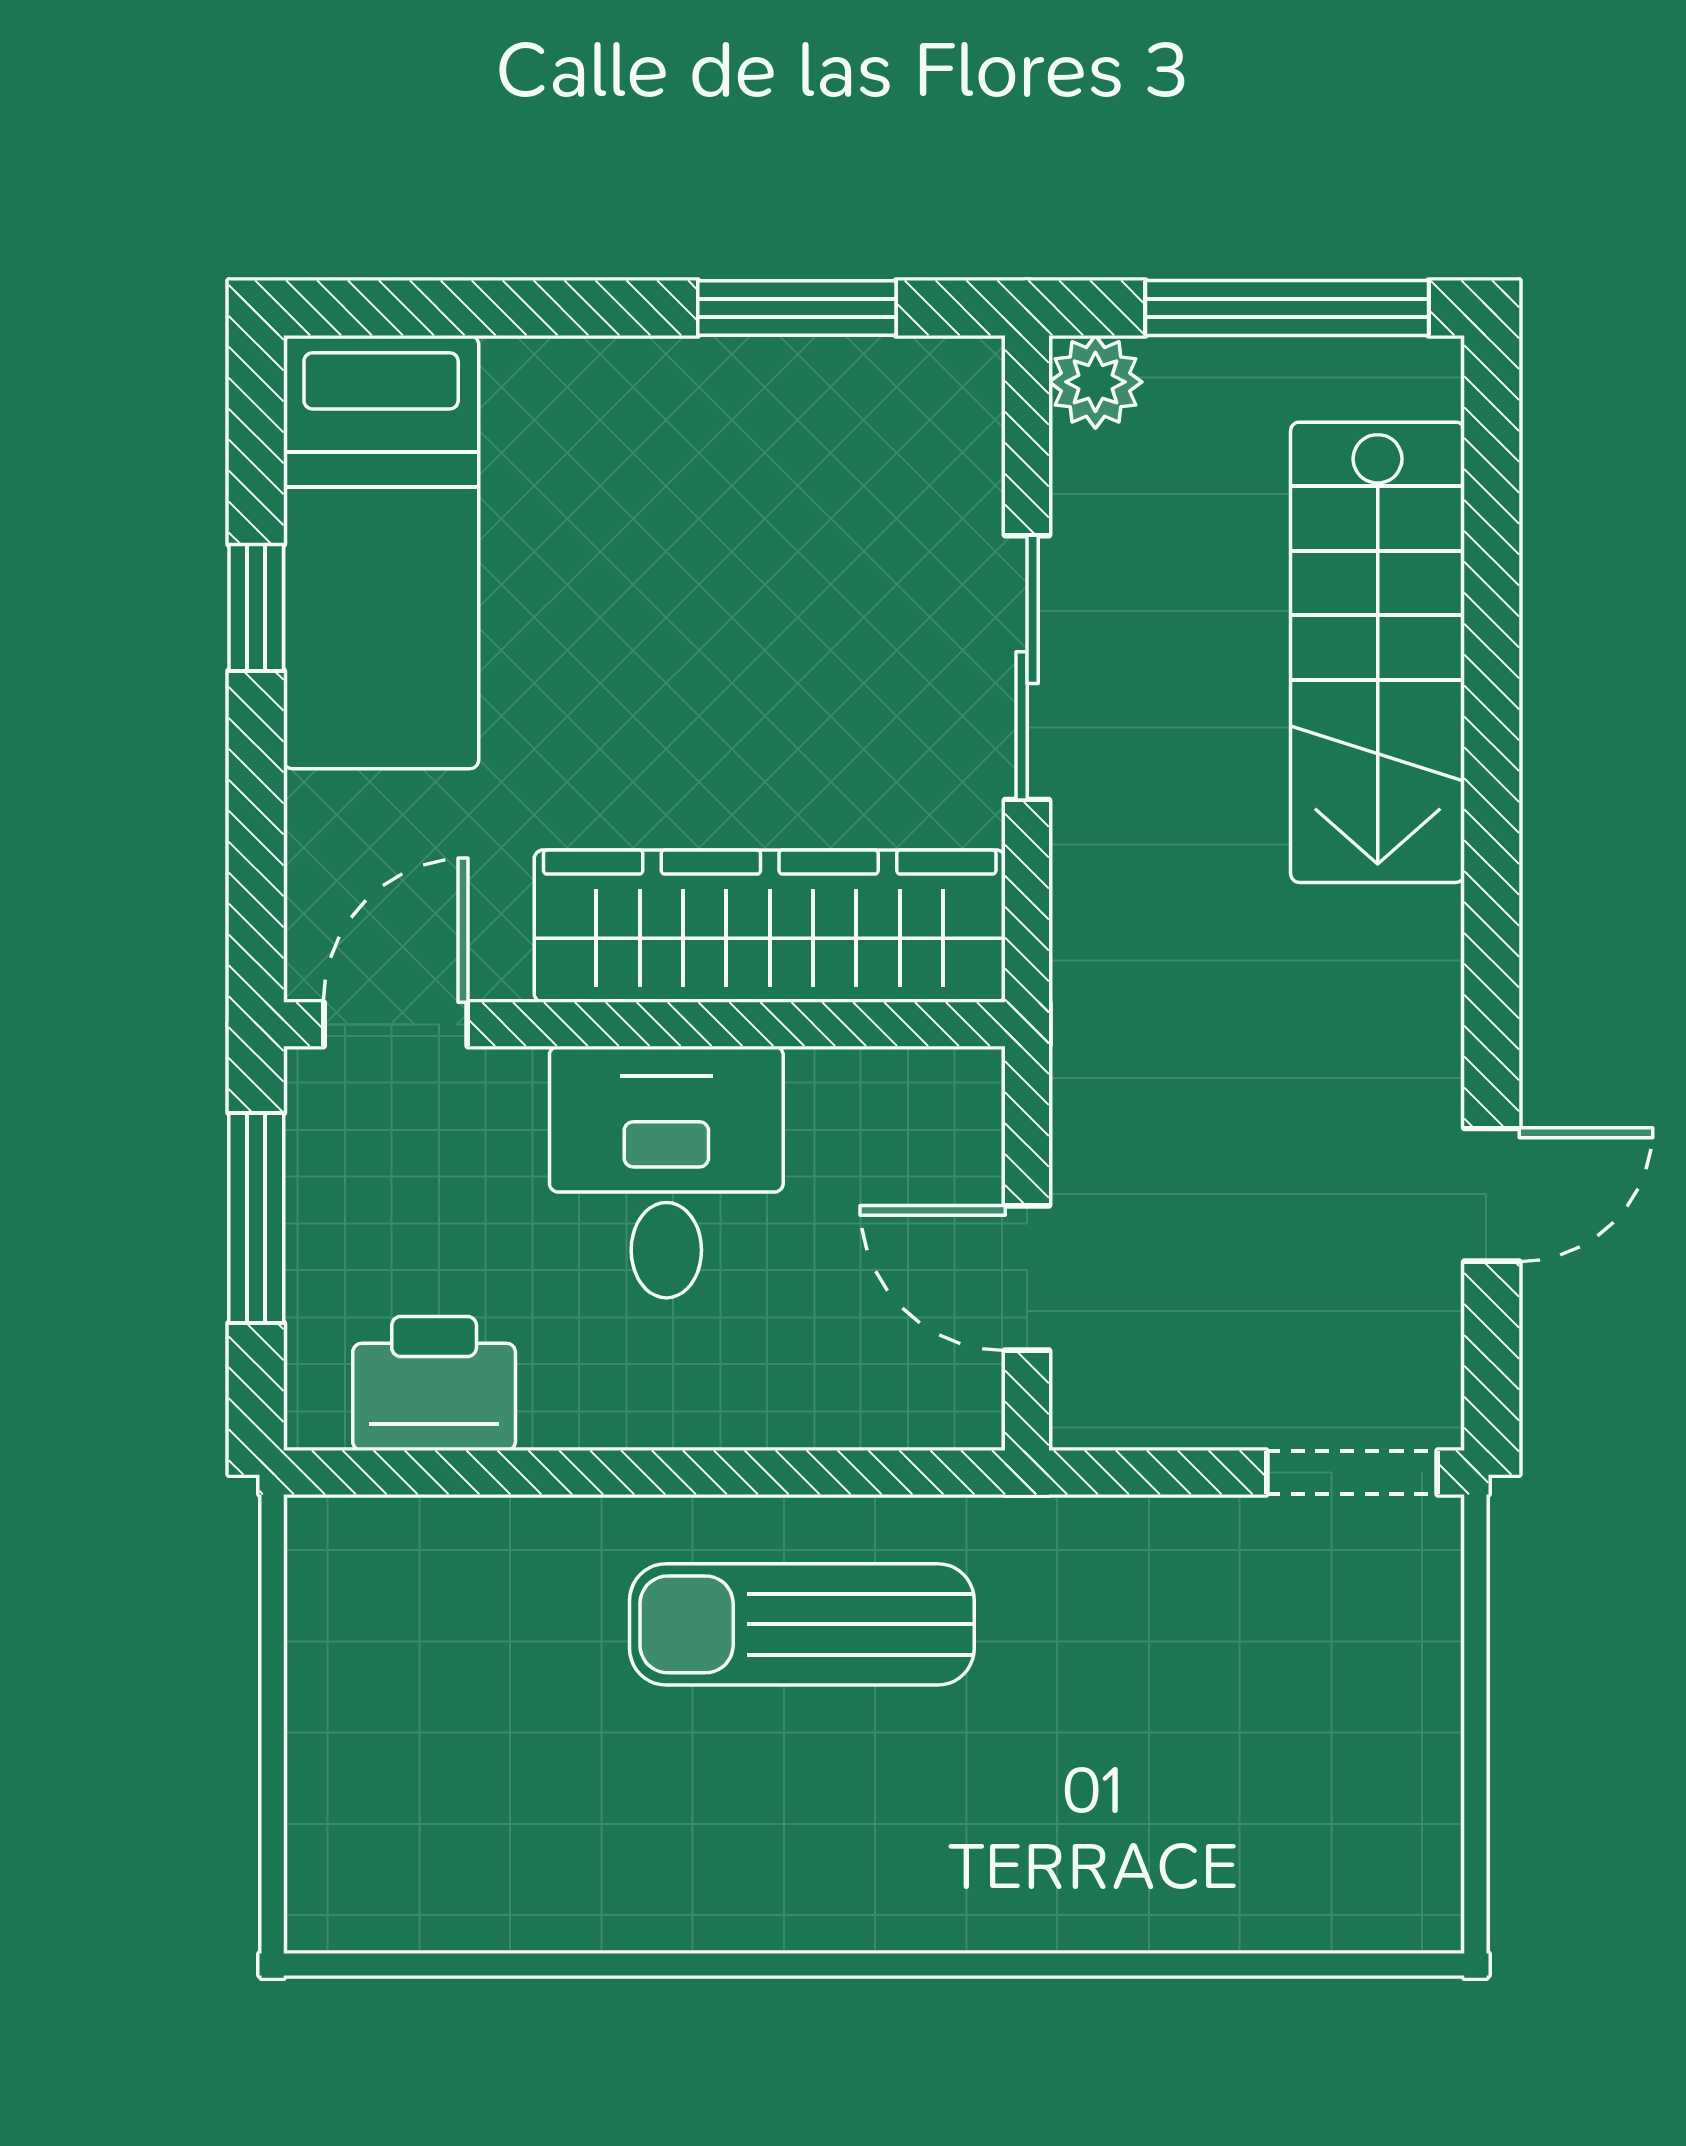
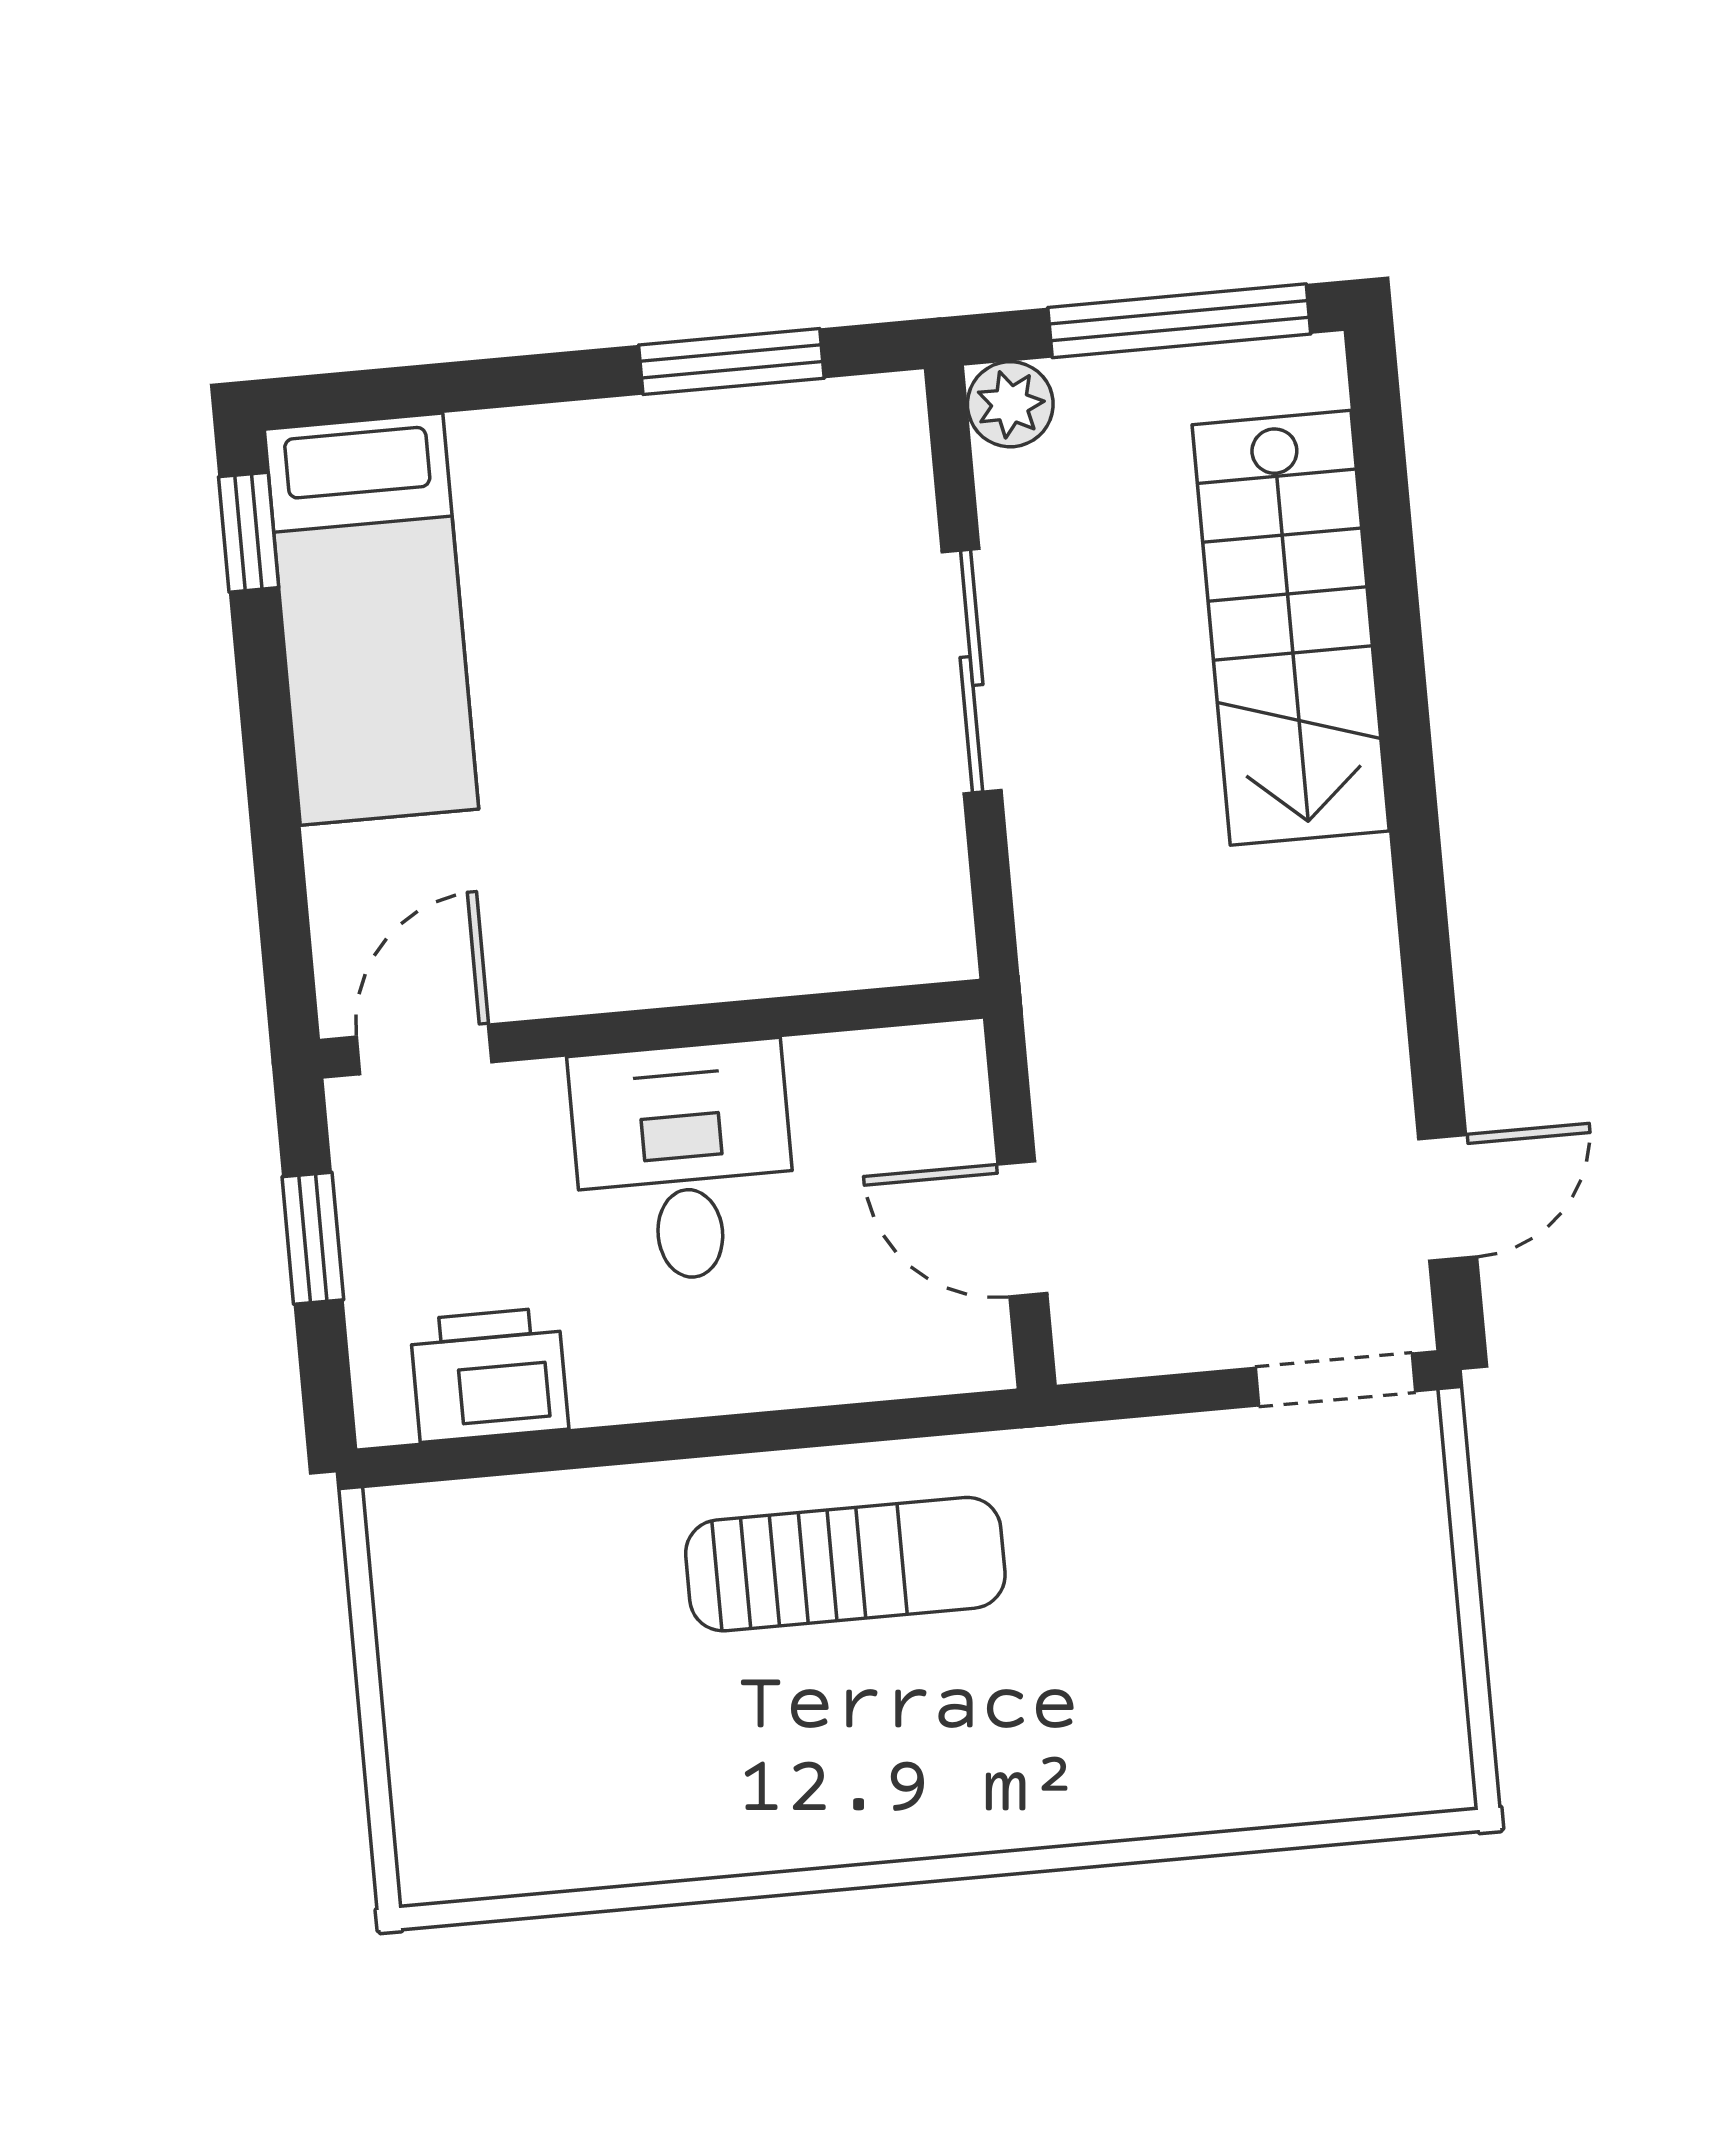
window: (256, 608) -> (249, 532), moved
wardrobe: (770, 926) -> (758, 929), removed
door: (1492, 1195) -> (1448, 1198), moved
window: (256, 1218) -> (313, 1238), width x0.67
sun lounger: (802, 1624) -> (845, 1564), turned 180

